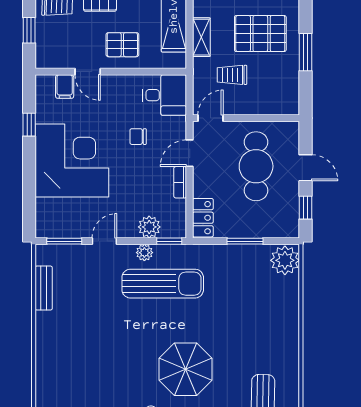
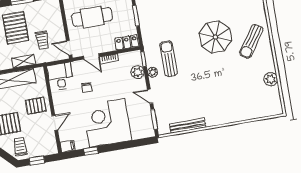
pallet: (122, 45) -> (36, 106), turned 90
filing cabinet: (65, 87) -> (68, 146), moved
sun lounger: (163, 284) -> (169, 59), width x0.73, depth x0.75
bench: (44, 288) -> (188, 126), width x1.36

